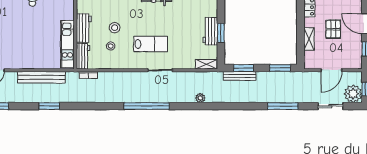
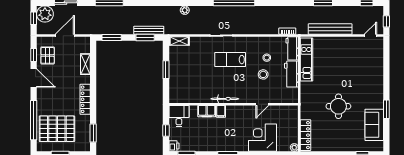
pallet: (333, 29) -> (48, 55), moved
workbench: (210, 31) -> (176, 71), removed

